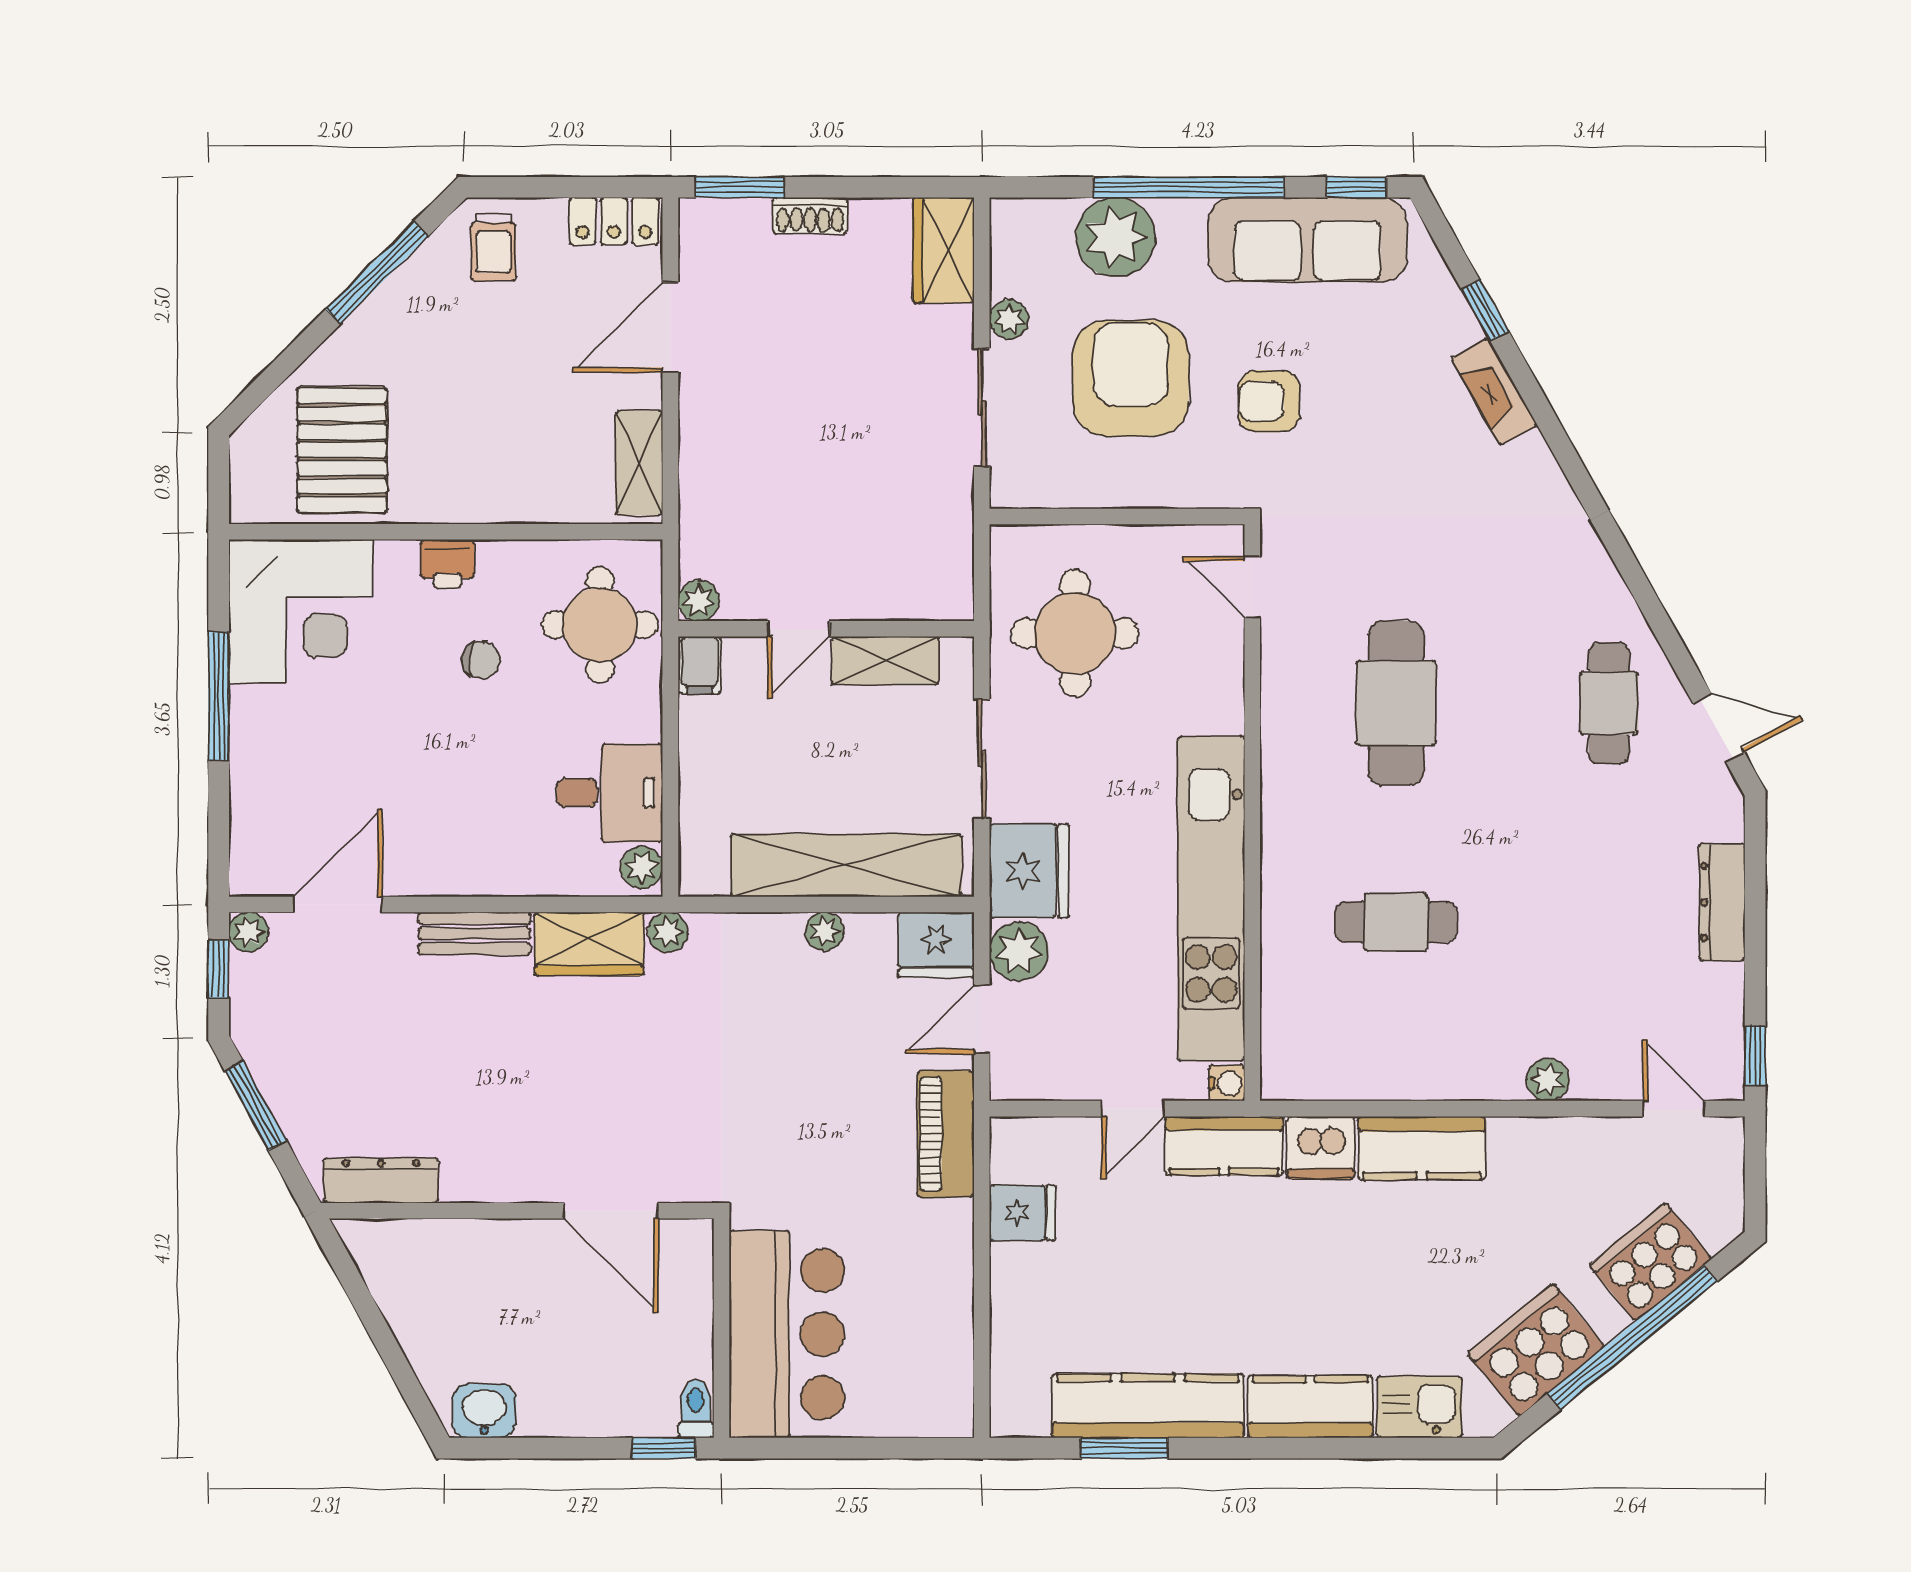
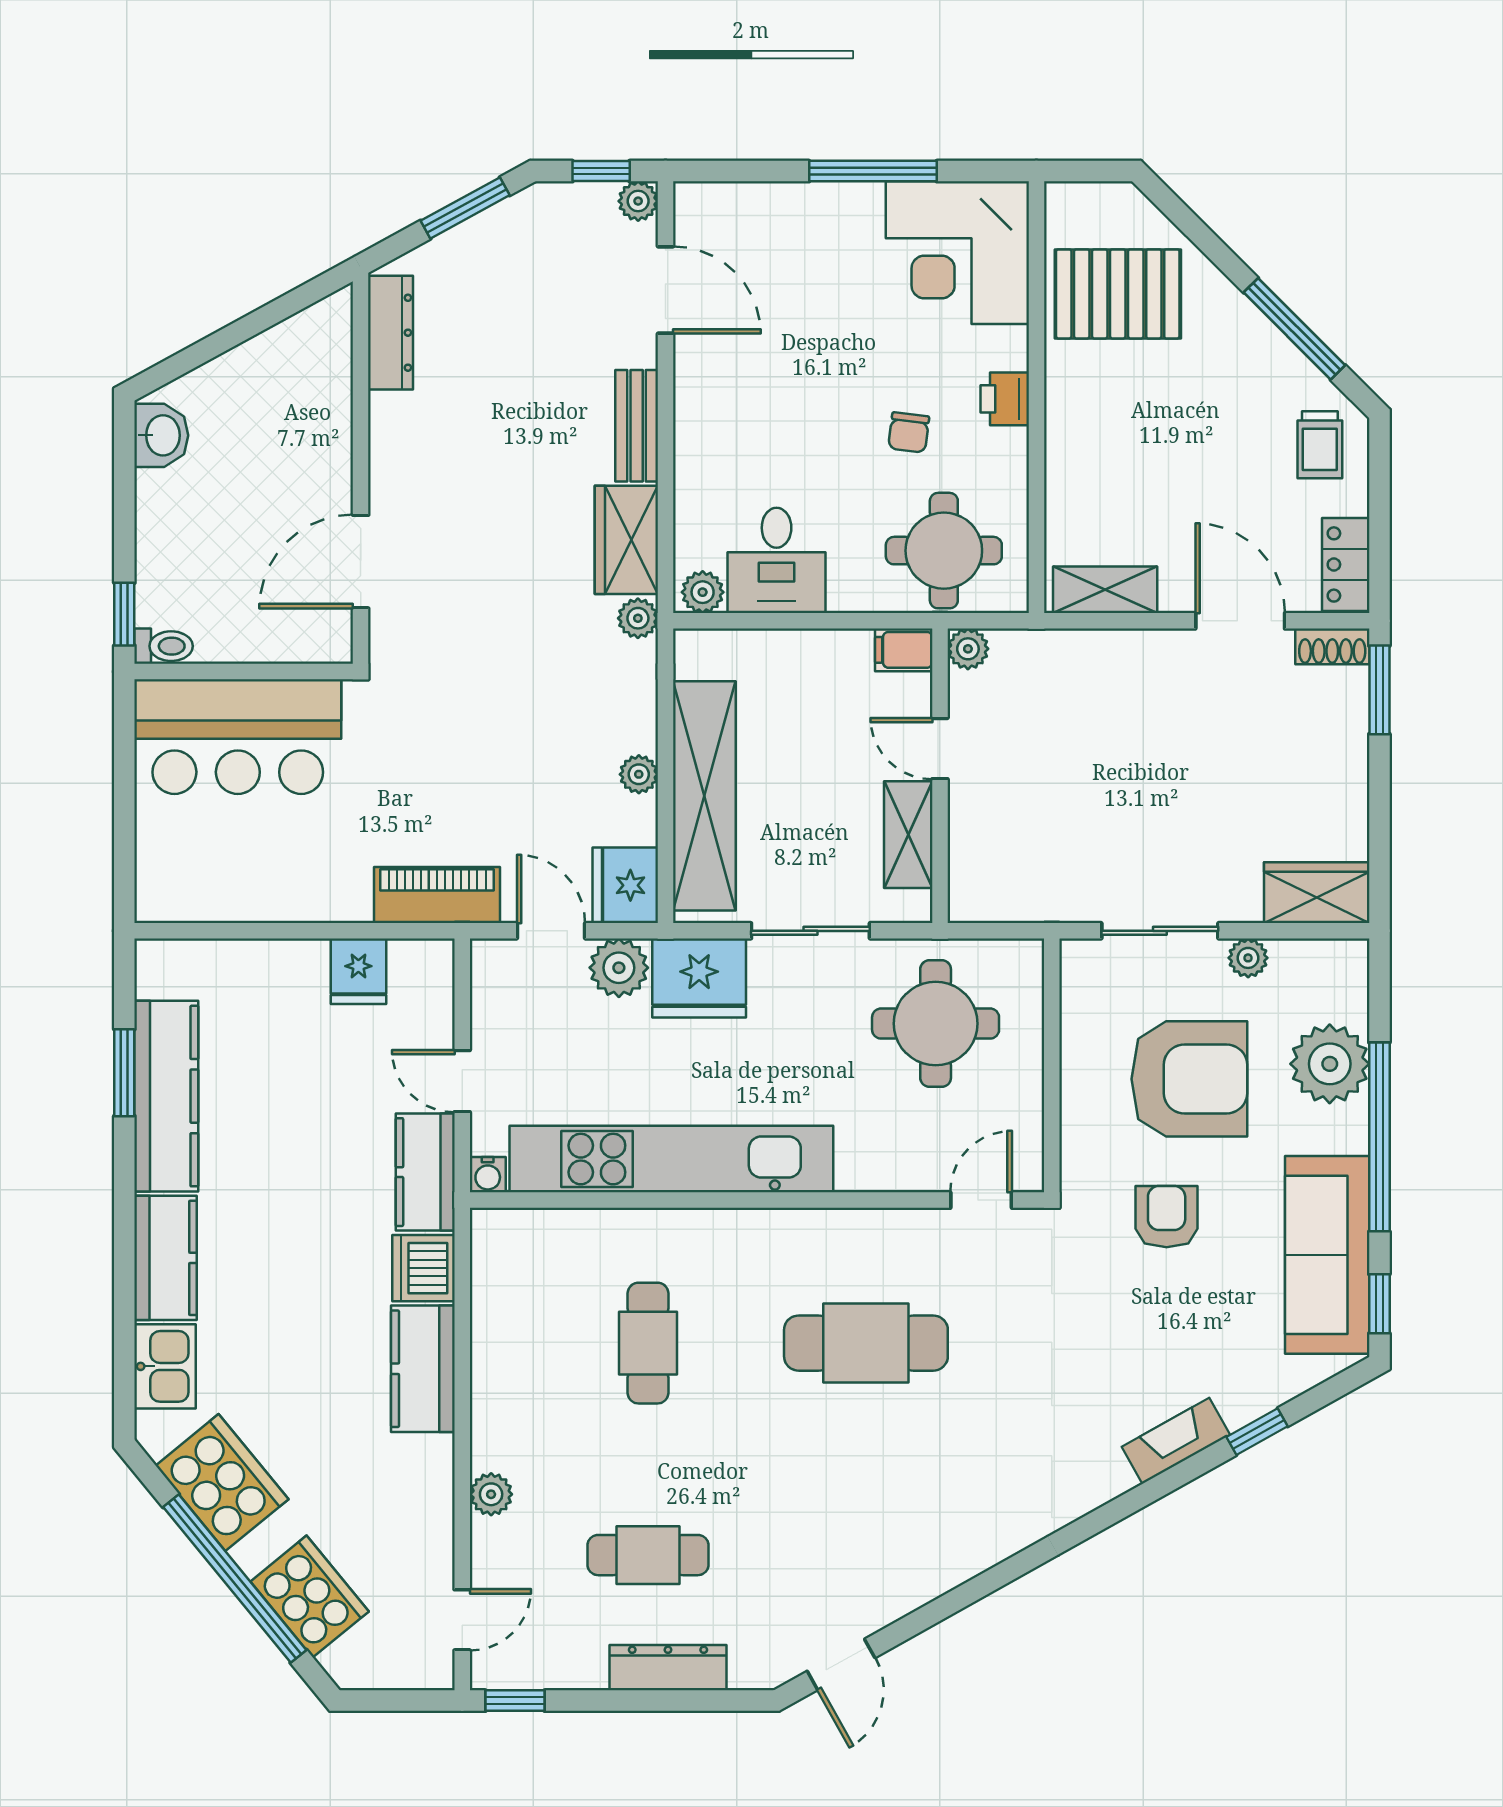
shoe rack: (810, 215) -> (1332, 646), moved, turned -90
trolley: (493, 247) -> (1320, 445), turned -90
cafe table: (1609, 703) -> (648, 1555), moved

